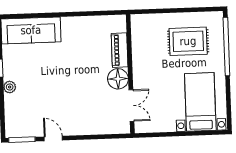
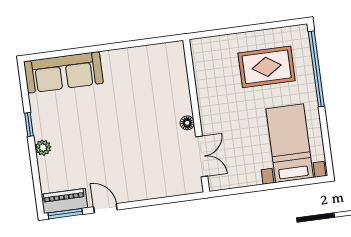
piano: (120, 50) -> (64, 201), moved, turned 90
floor lamp: (118, 79) -> (187, 123), width x0.53, depth x0.53

